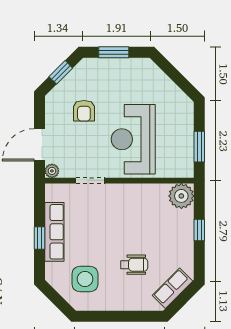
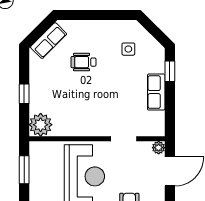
row of seats: (54, 232) -> (156, 92), width x0.68
window: (39, 238) -> (170, 71), moved
side table: (85, 279) -> (128, 49), width x0.54, depth x0.54

